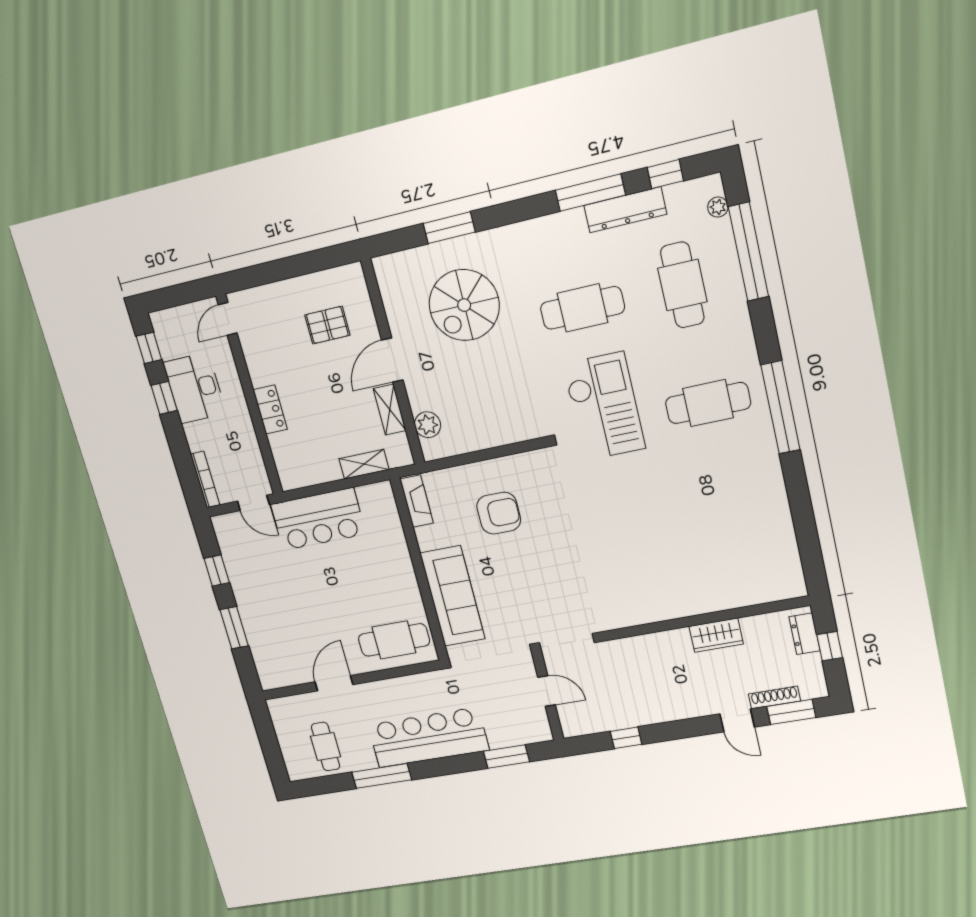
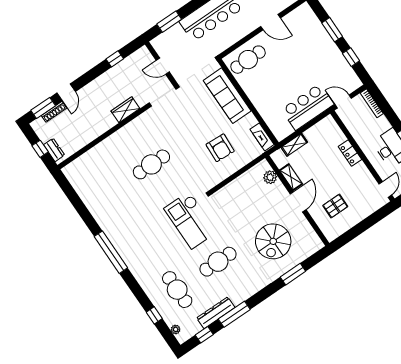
window: (749, 252) -> (154, 315), width x0.32
spiral stairs: (464, 305) -> (273, 241), turned 180
cafe table: (708, 403) -> (151, 164), moved
armchair: (499, 513) -> (220, 148), turned -87
wardrobe: (716, 635) -> (125, 110), moved
door: (334, 683) -> (270, 22), hinge flipped
door: (737, 720) -> (66, 92), swing flipped

